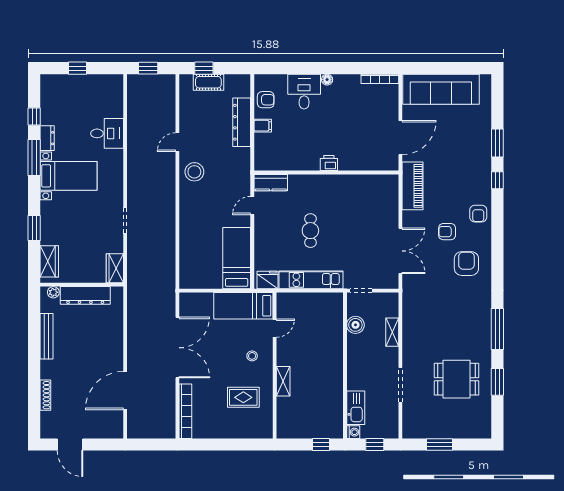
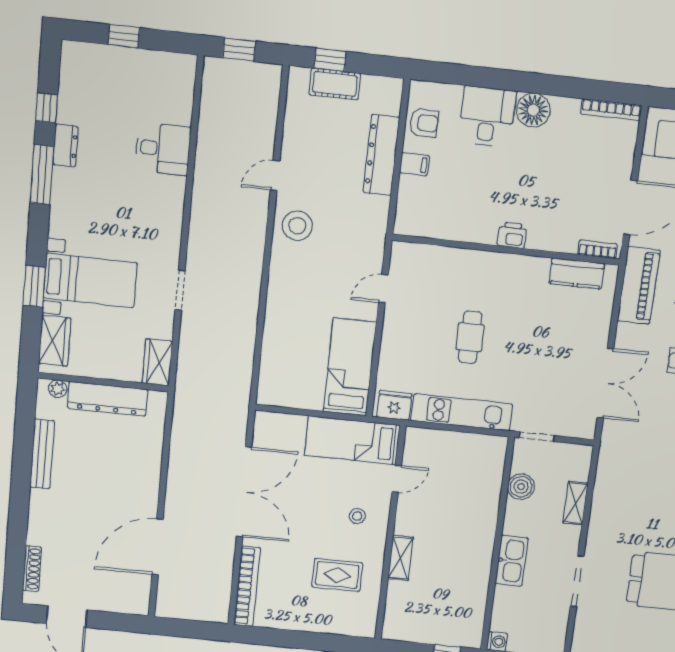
floor lamp: (327, 80) -> (533, 110), width x1.89, depth x1.89
bookcase: (384, 166) -> (598, 249), added
bed with nightstands: (69, 176) -> (90, 280), moved
kitchen counter: (271, 183) -> (577, 274), moved
shoe rack: (45, 395) -> (32, 569), moved
kitchen sink: (356, 408) -> (512, 561), moved

